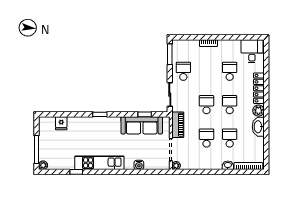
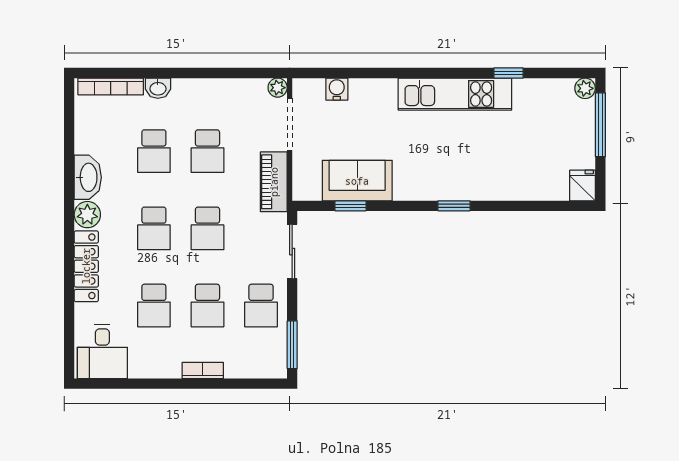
school desk: (206, 71) -> (207, 306), added
fridge: (61, 123) -> (583, 185), moved
sofa: (142, 125) -> (357, 181), width x0.73
water cooler: (139, 165) -> (337, 89), moved

